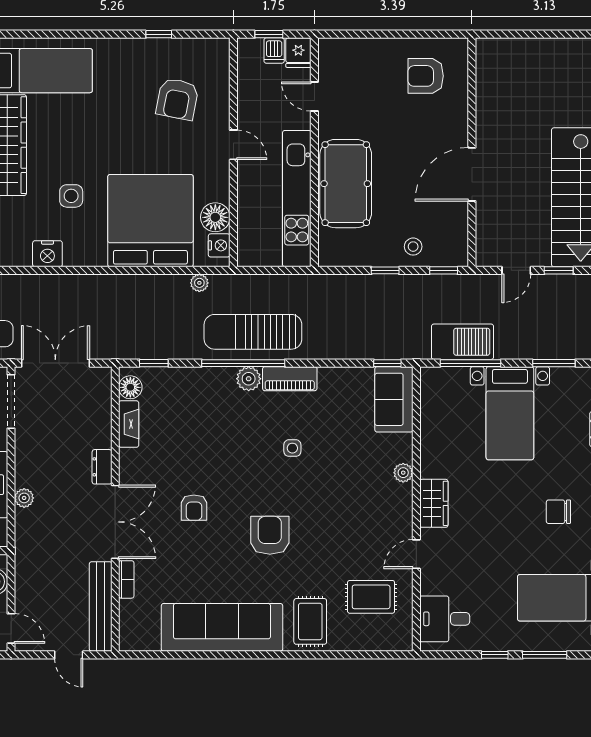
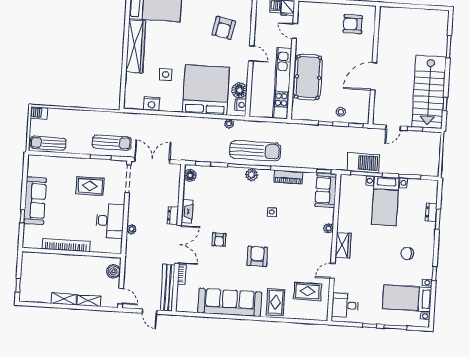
sun lounger: (253, 332) -> (255, 151), turned 180
piano: (290, 379) -> (288, 177), moved
fireplace: (129, 424) -> (187, 211), moved

